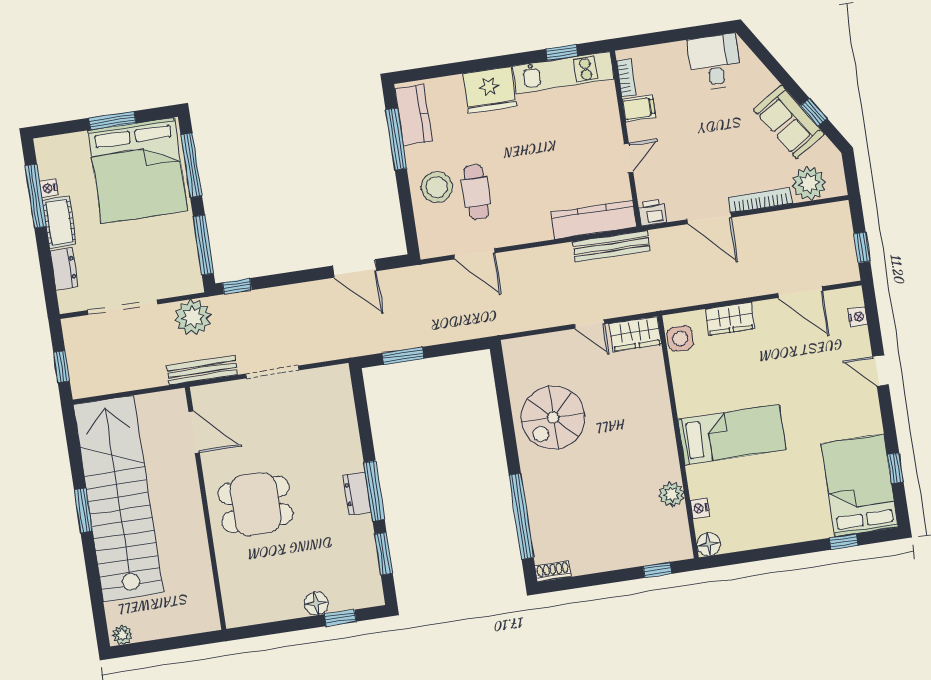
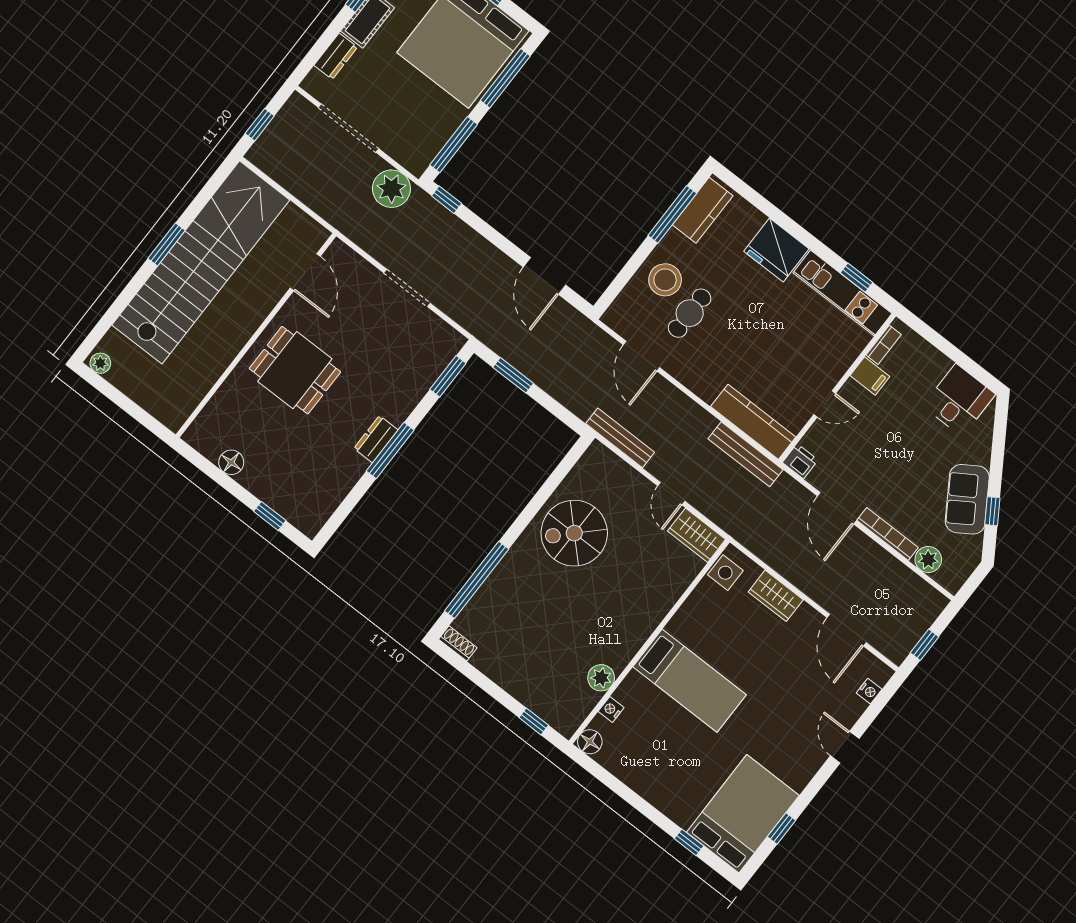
plant: (809, 184) -> (928, 560), width x0.73, depth x0.73
bench: (202, 370) -> (620, 438), moved
window: (384, 554) -> (448, 376), moved
floor lamp: (316, 603) -> (231, 462), moved

